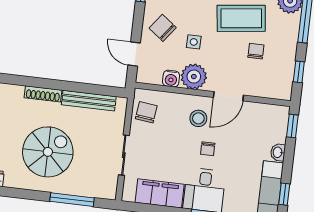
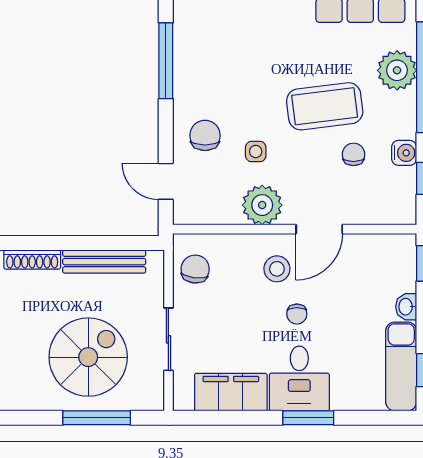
chair: (163, 28) -> (205, 135), turned 53
water cooler: (171, 79) -> (404, 153), moved, turned -90
spiral stairs: (48, 152) -> (88, 357), moved

